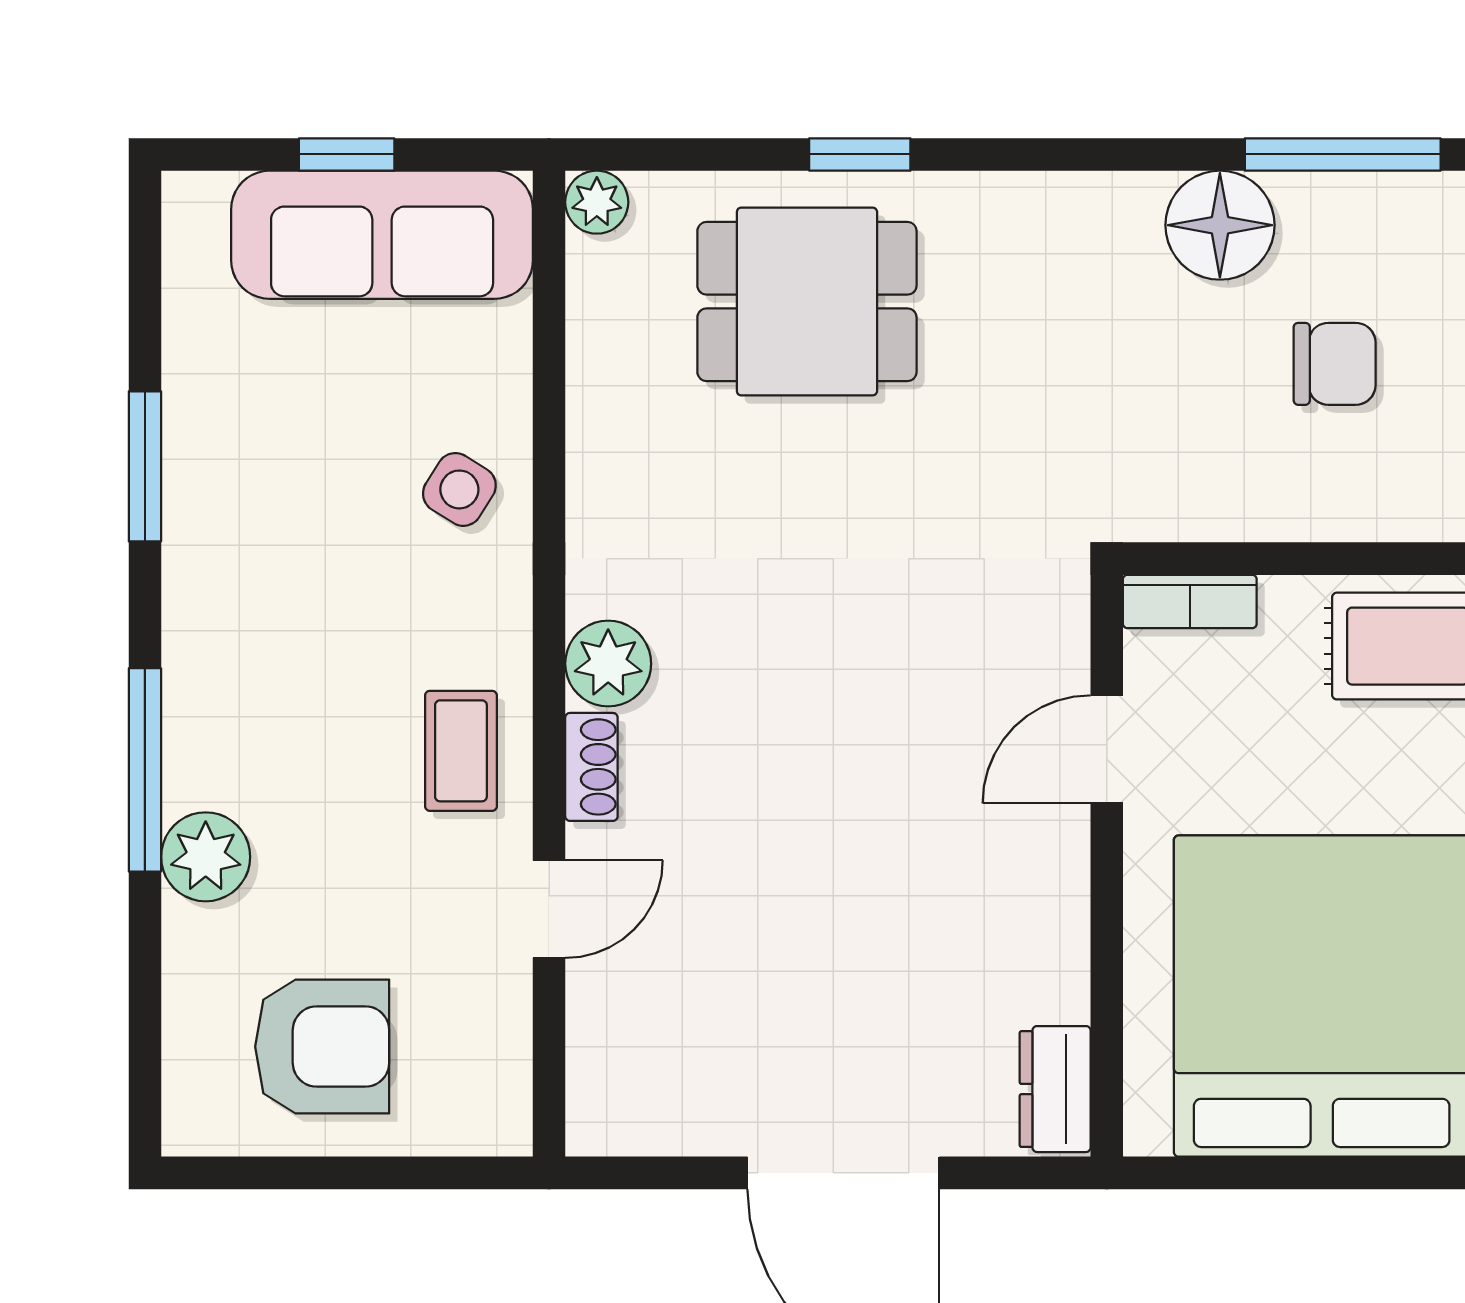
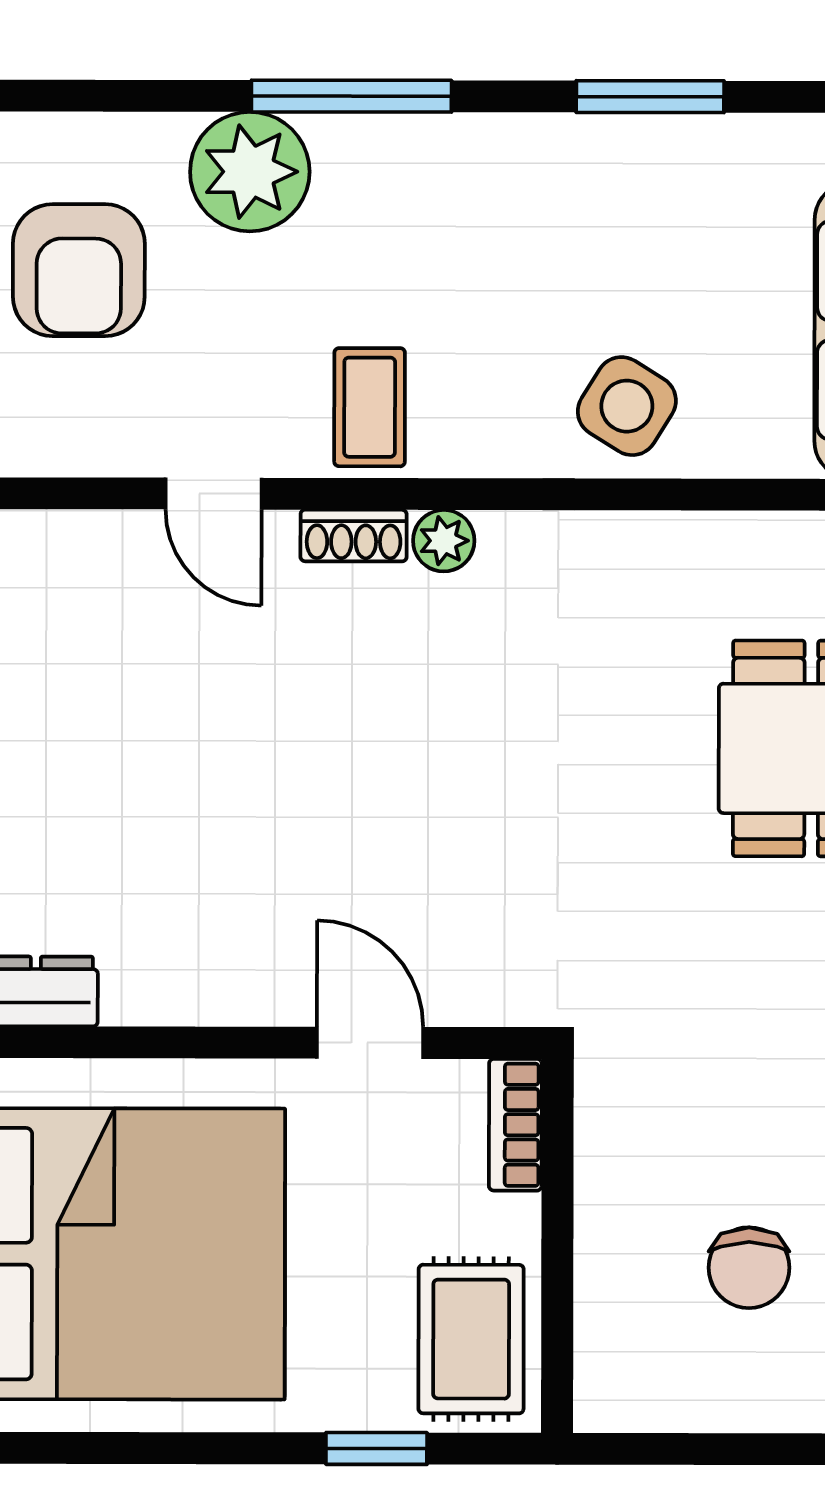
side table: (459, 489) -> (627, 406), width x1.37, depth x1.37
plant: (608, 664) -> (444, 541), width x0.73, depth x0.73
coffee table: (461, 751) -> (370, 407), turned 90
plant: (206, 857) -> (250, 172), width x1.36, depth x1.36

